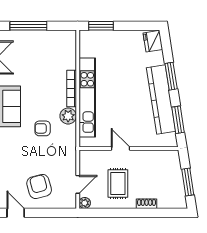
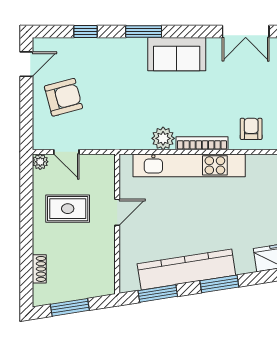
armchair: (43, 128) -> (251, 129), moved
shoe rack: (147, 204) -> (39, 269), moved

